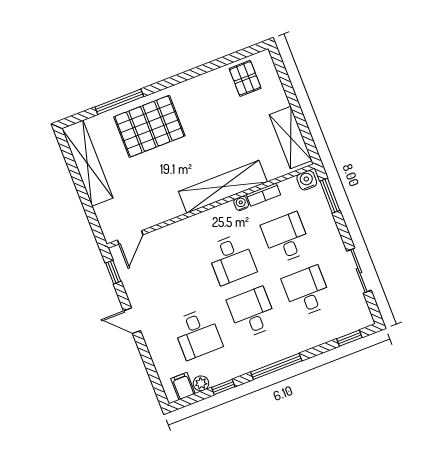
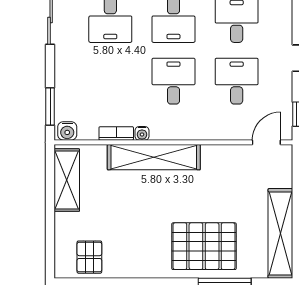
desk: (286, 238) -> (237, 81), moved, turned 180

